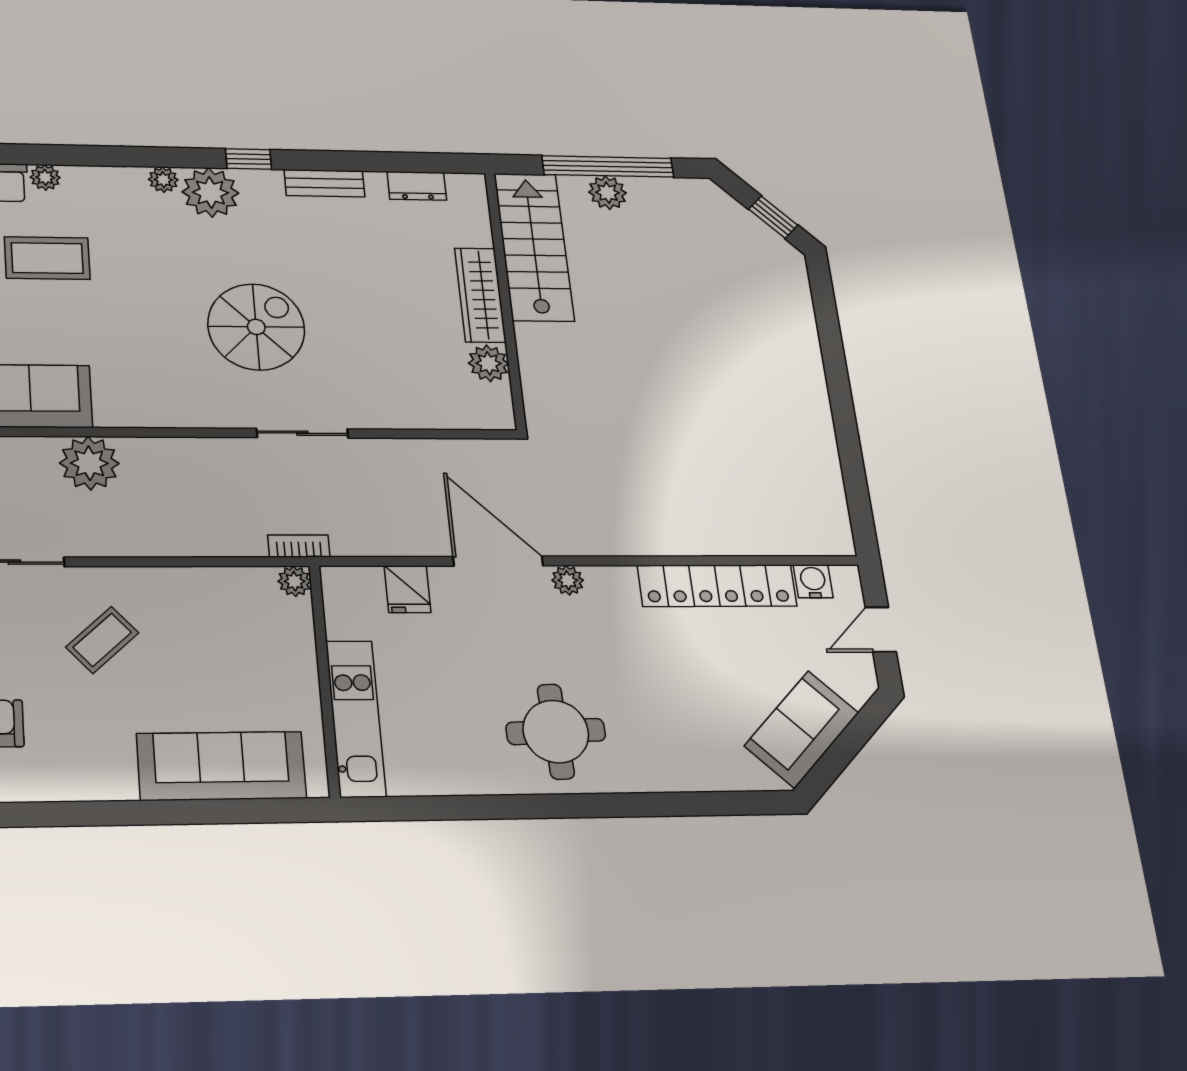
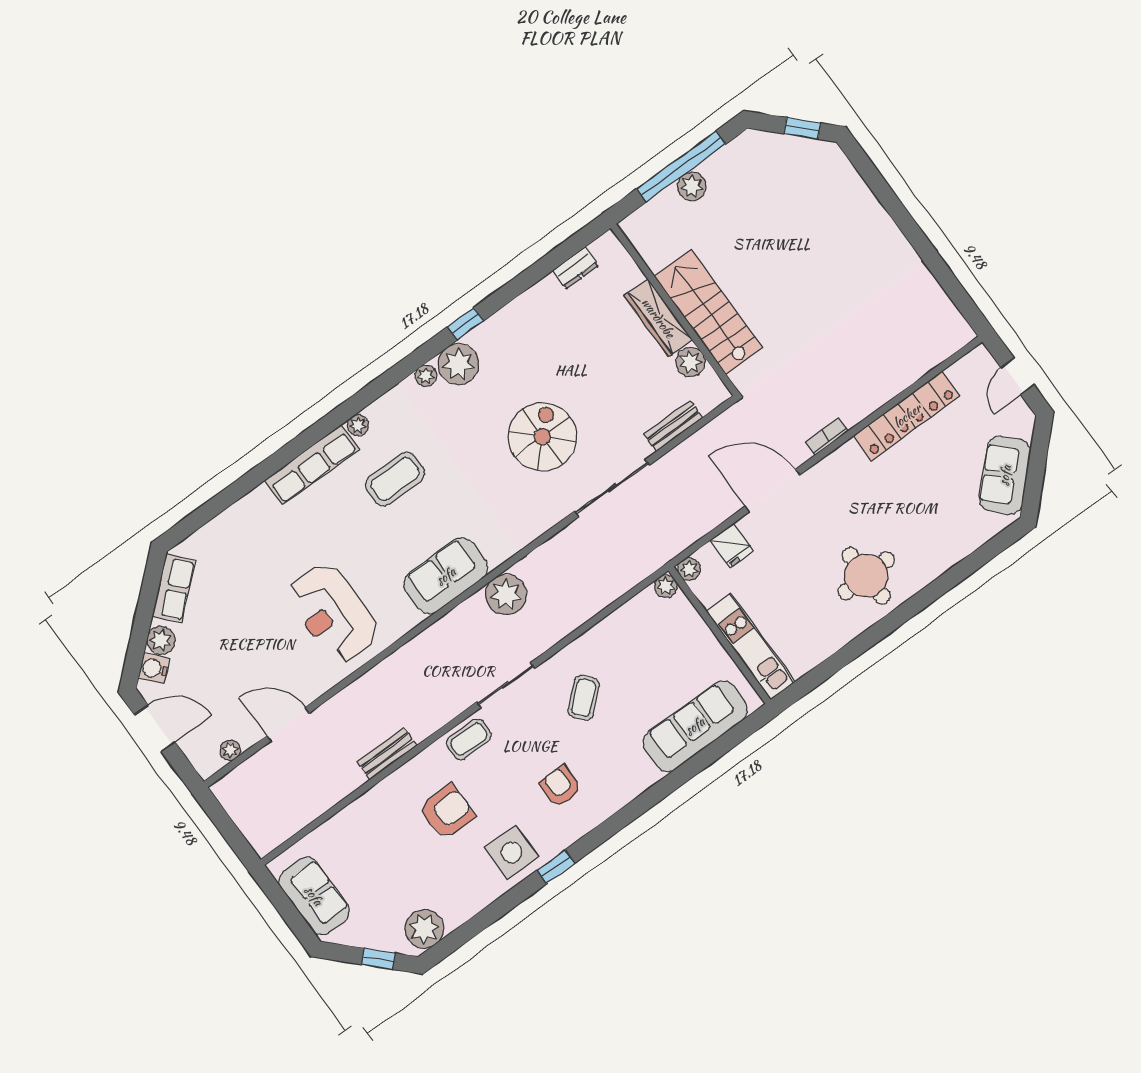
bench: (324, 183) -> (673, 426), moved
stairs: (534, 247) -> (708, 312), moved
sliding door: (302, 433) -> (612, 488), width x1.37
bookcase: (299, 546) -> (827, 437), moved
plant: (568, 580) -> (689, 569), moved
water cooler: (813, 581) -> (961, 372), removed

